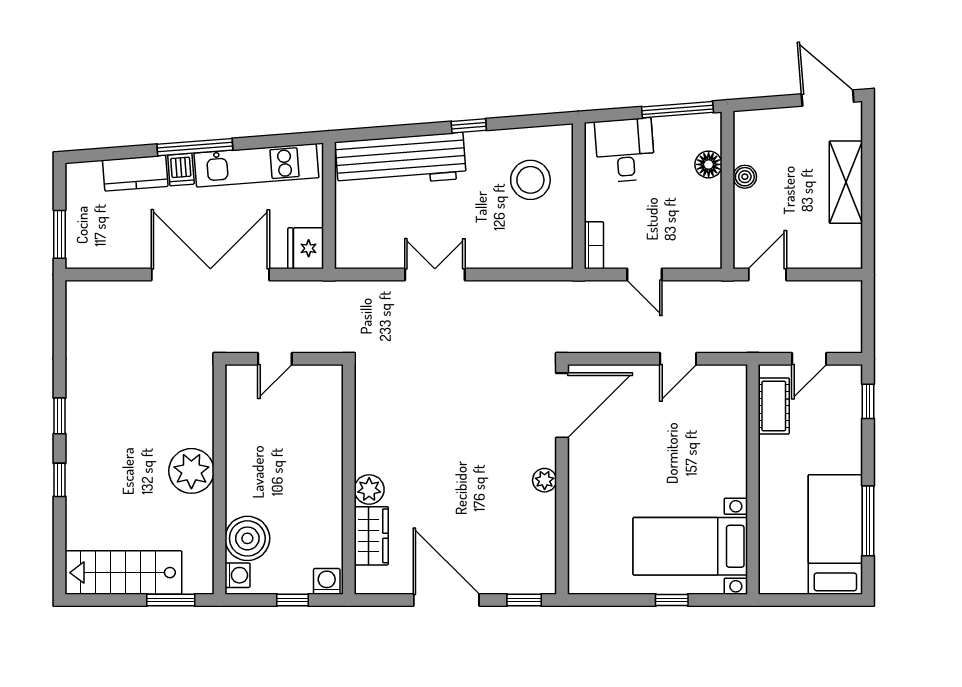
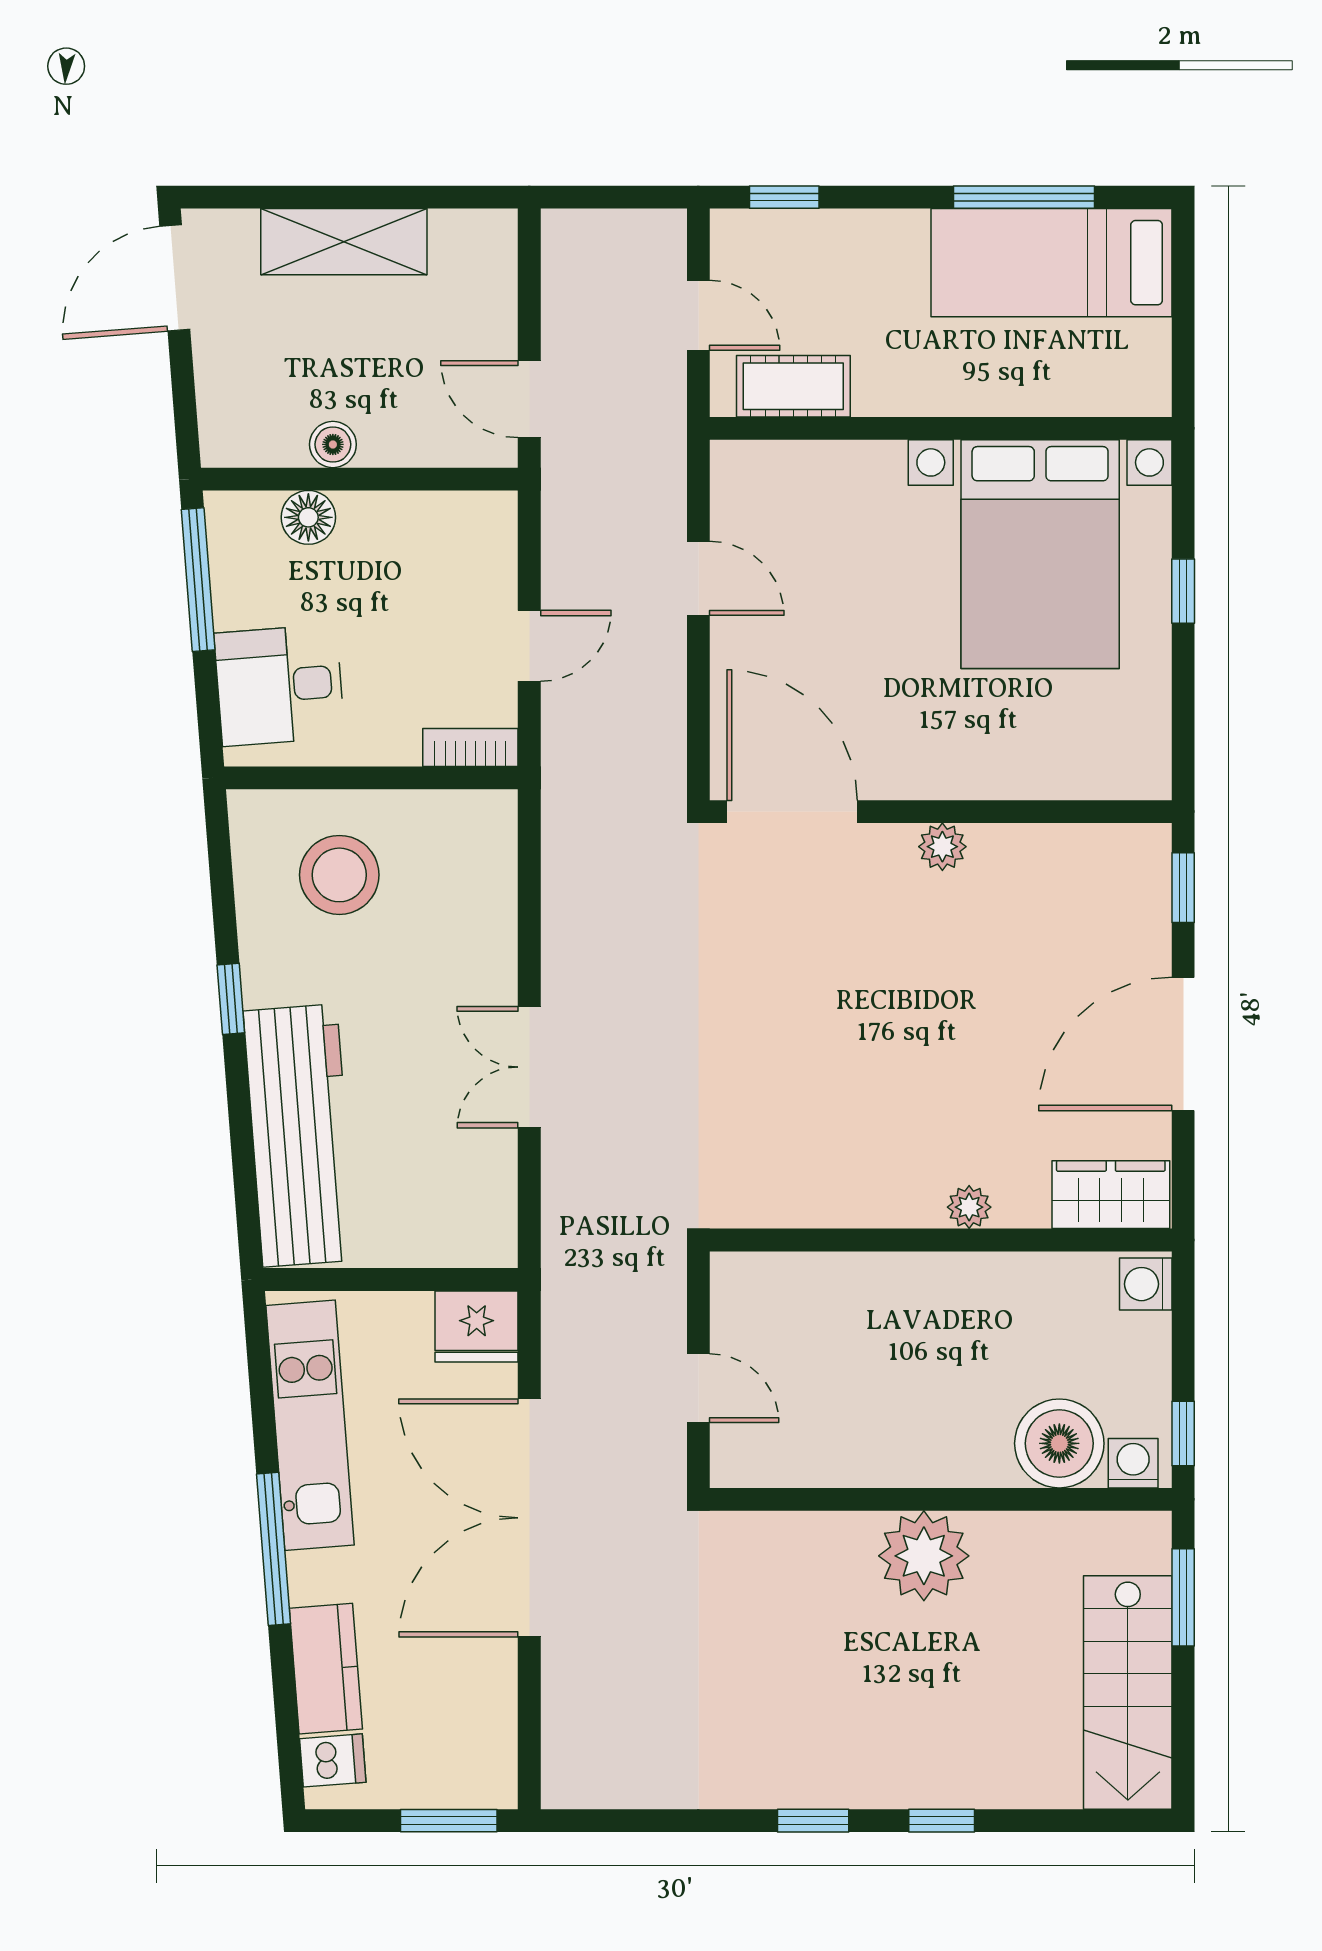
dishwasher: (181, 170) -> (333, 1760), moved
plant: (369, 489) -> (969, 1207), width x0.73, depth x0.73
wardrobe: (371, 536) -> (1111, 1195), moved
bed with nightstands: (690, 546) -> (1040, 554), width x1.36
window: (292, 600) -> (1183, 1434), moved

